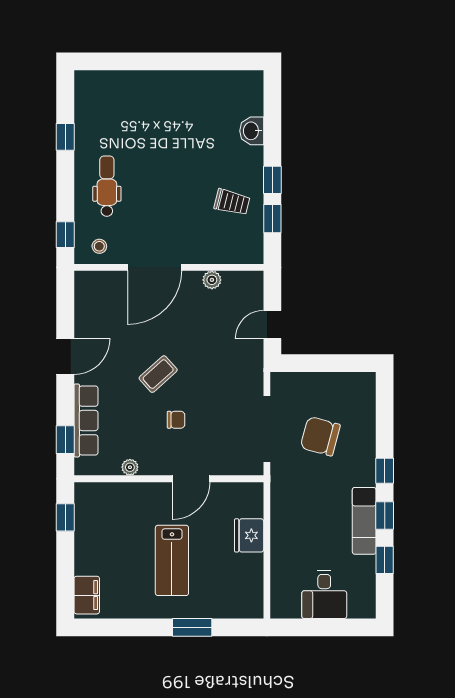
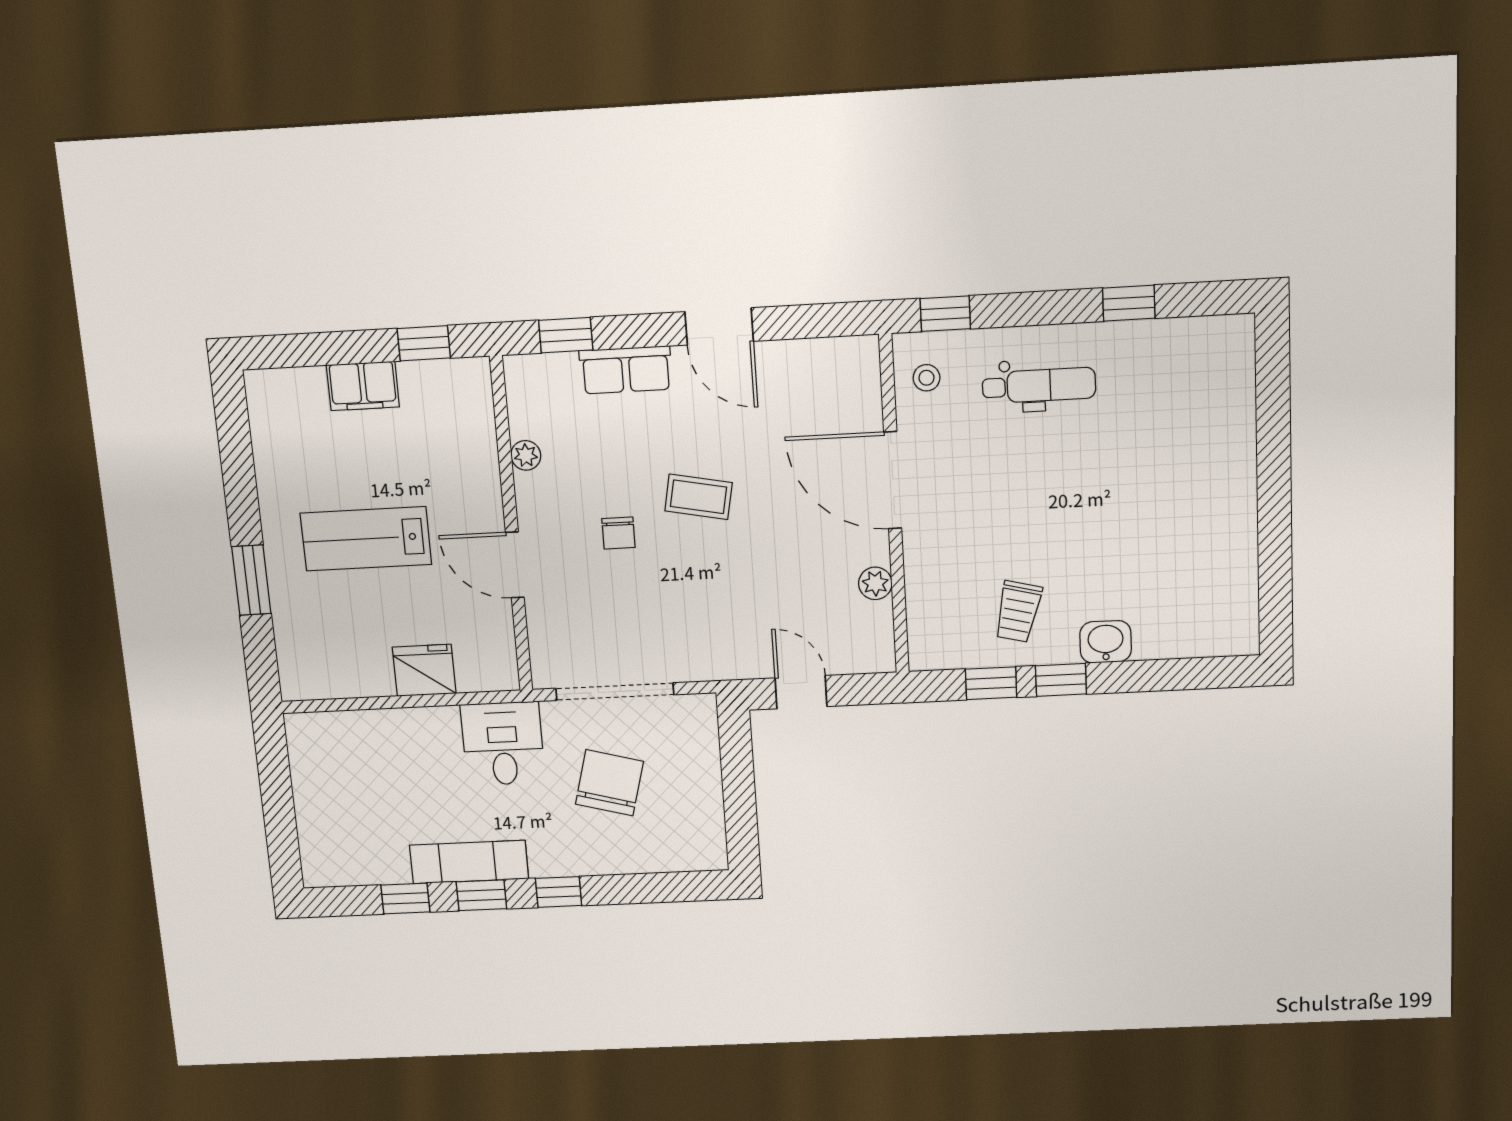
washbasin: (252, 131) -> (1106, 642), moved
coffee table: (158, 374) -> (699, 497), turned -37
row of seats: (86, 420) -> (626, 370), width x0.68
filing cabinet: (87, 595) -> (363, 386), moved
desk: (324, 595) -> (503, 744), moved, turned 90

